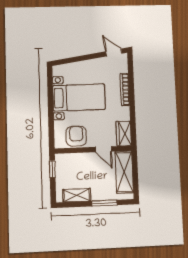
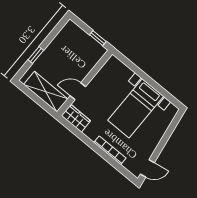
armchair: (76, 136) -> (107, 79), removed
shelving: (77, 195) -> (61, 39), removed
window: (105, 203) -> (36, 55), width x0.67

